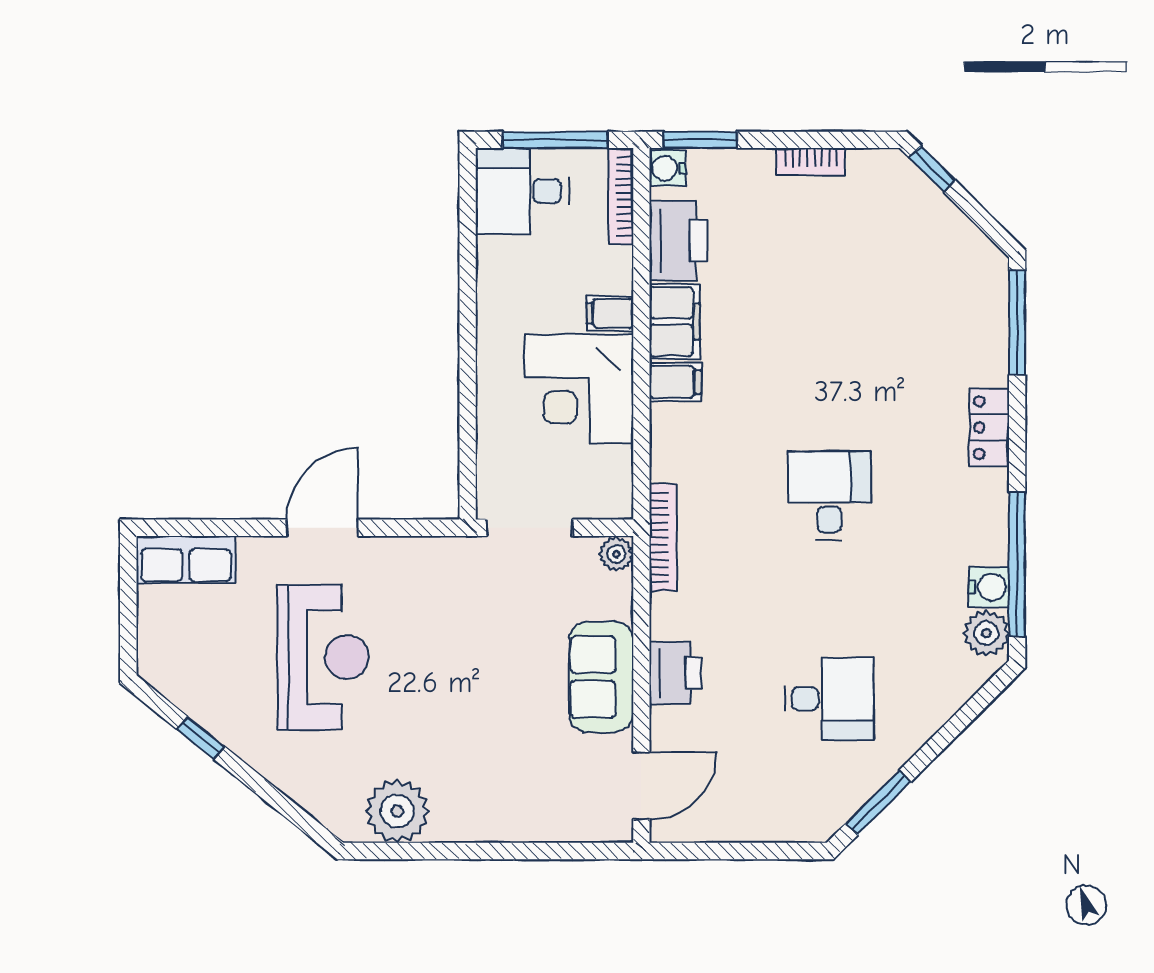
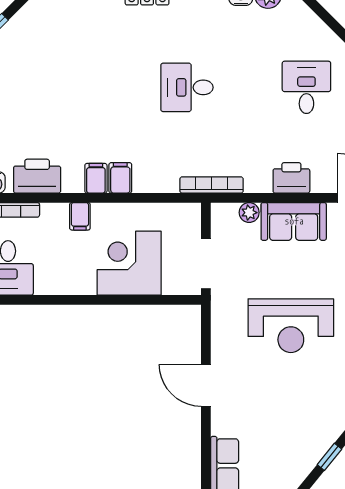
filing cabinet: (675, 322) -> (96, 178), width x0.50
corner desk: (579, 389) -> (129, 263), moved, turned 180
plant: (616, 554) -> (249, 213), moved
reception desk: (323, 657) -> (291, 326), moved, turned 180

